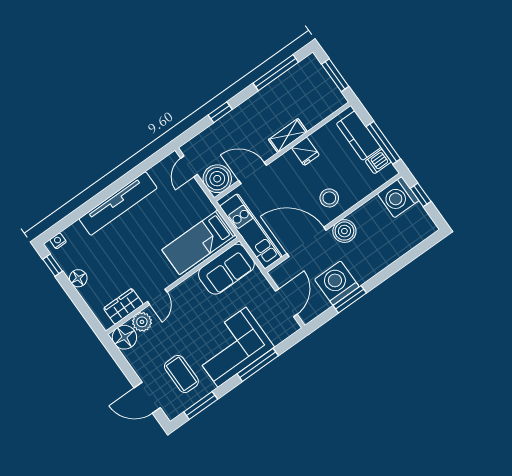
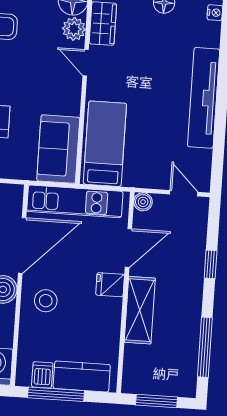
shelving: (288, 136) -> (140, 310), width x1.50, depth x1.33
fridge: (305, 151) -> (110, 285), moved
boiler: (217, 179) -> (143, 202), width x0.54, depth x0.54

